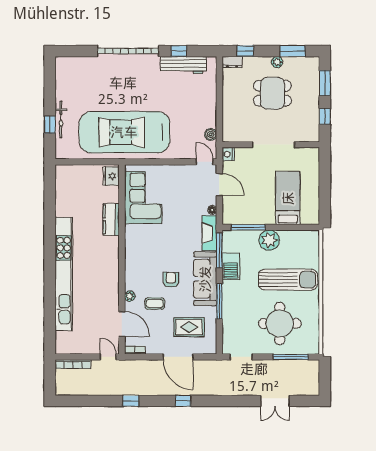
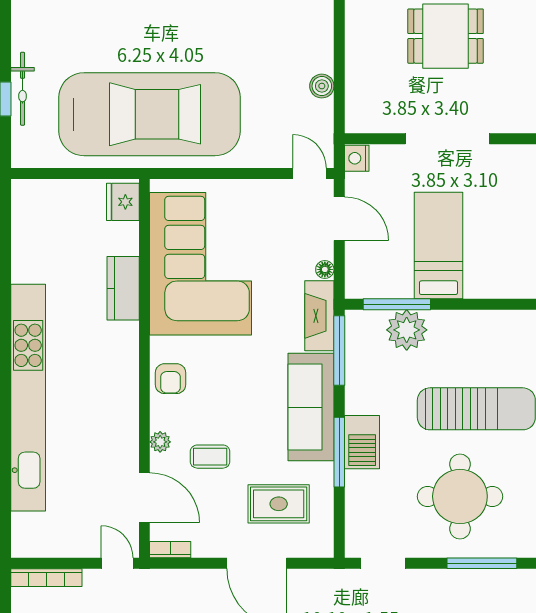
car: (124, 132) -> (150, 114), turned 180
boiler: (211, 134) -> (322, 86), moved
corner sofa: (143, 198) -> (200, 264), width x1.36, depth x1.36
bed: (288, 198) -> (438, 245), moved
plant: (269, 240) -> (407, 330), moved
barbecue: (231, 267) -> (362, 442), moved
armchair: (171, 280) -> (170, 379), moved, turned 180

